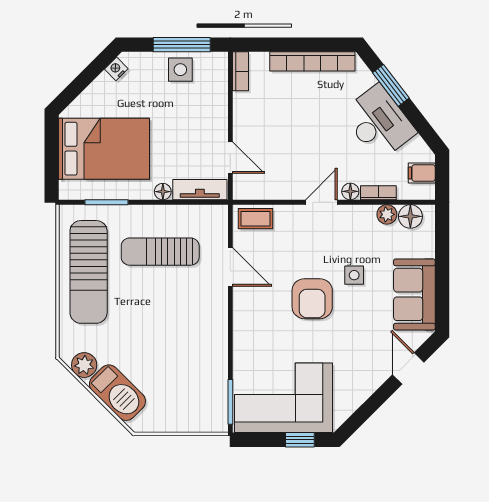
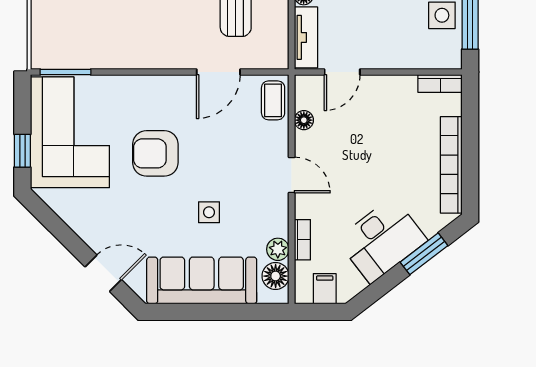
floor lamp: (350, 191) -> (304, 120), moved
sofa: (414, 294) -> (202, 280), width x1.36
armchair: (312, 299) -> (155, 153), moved

